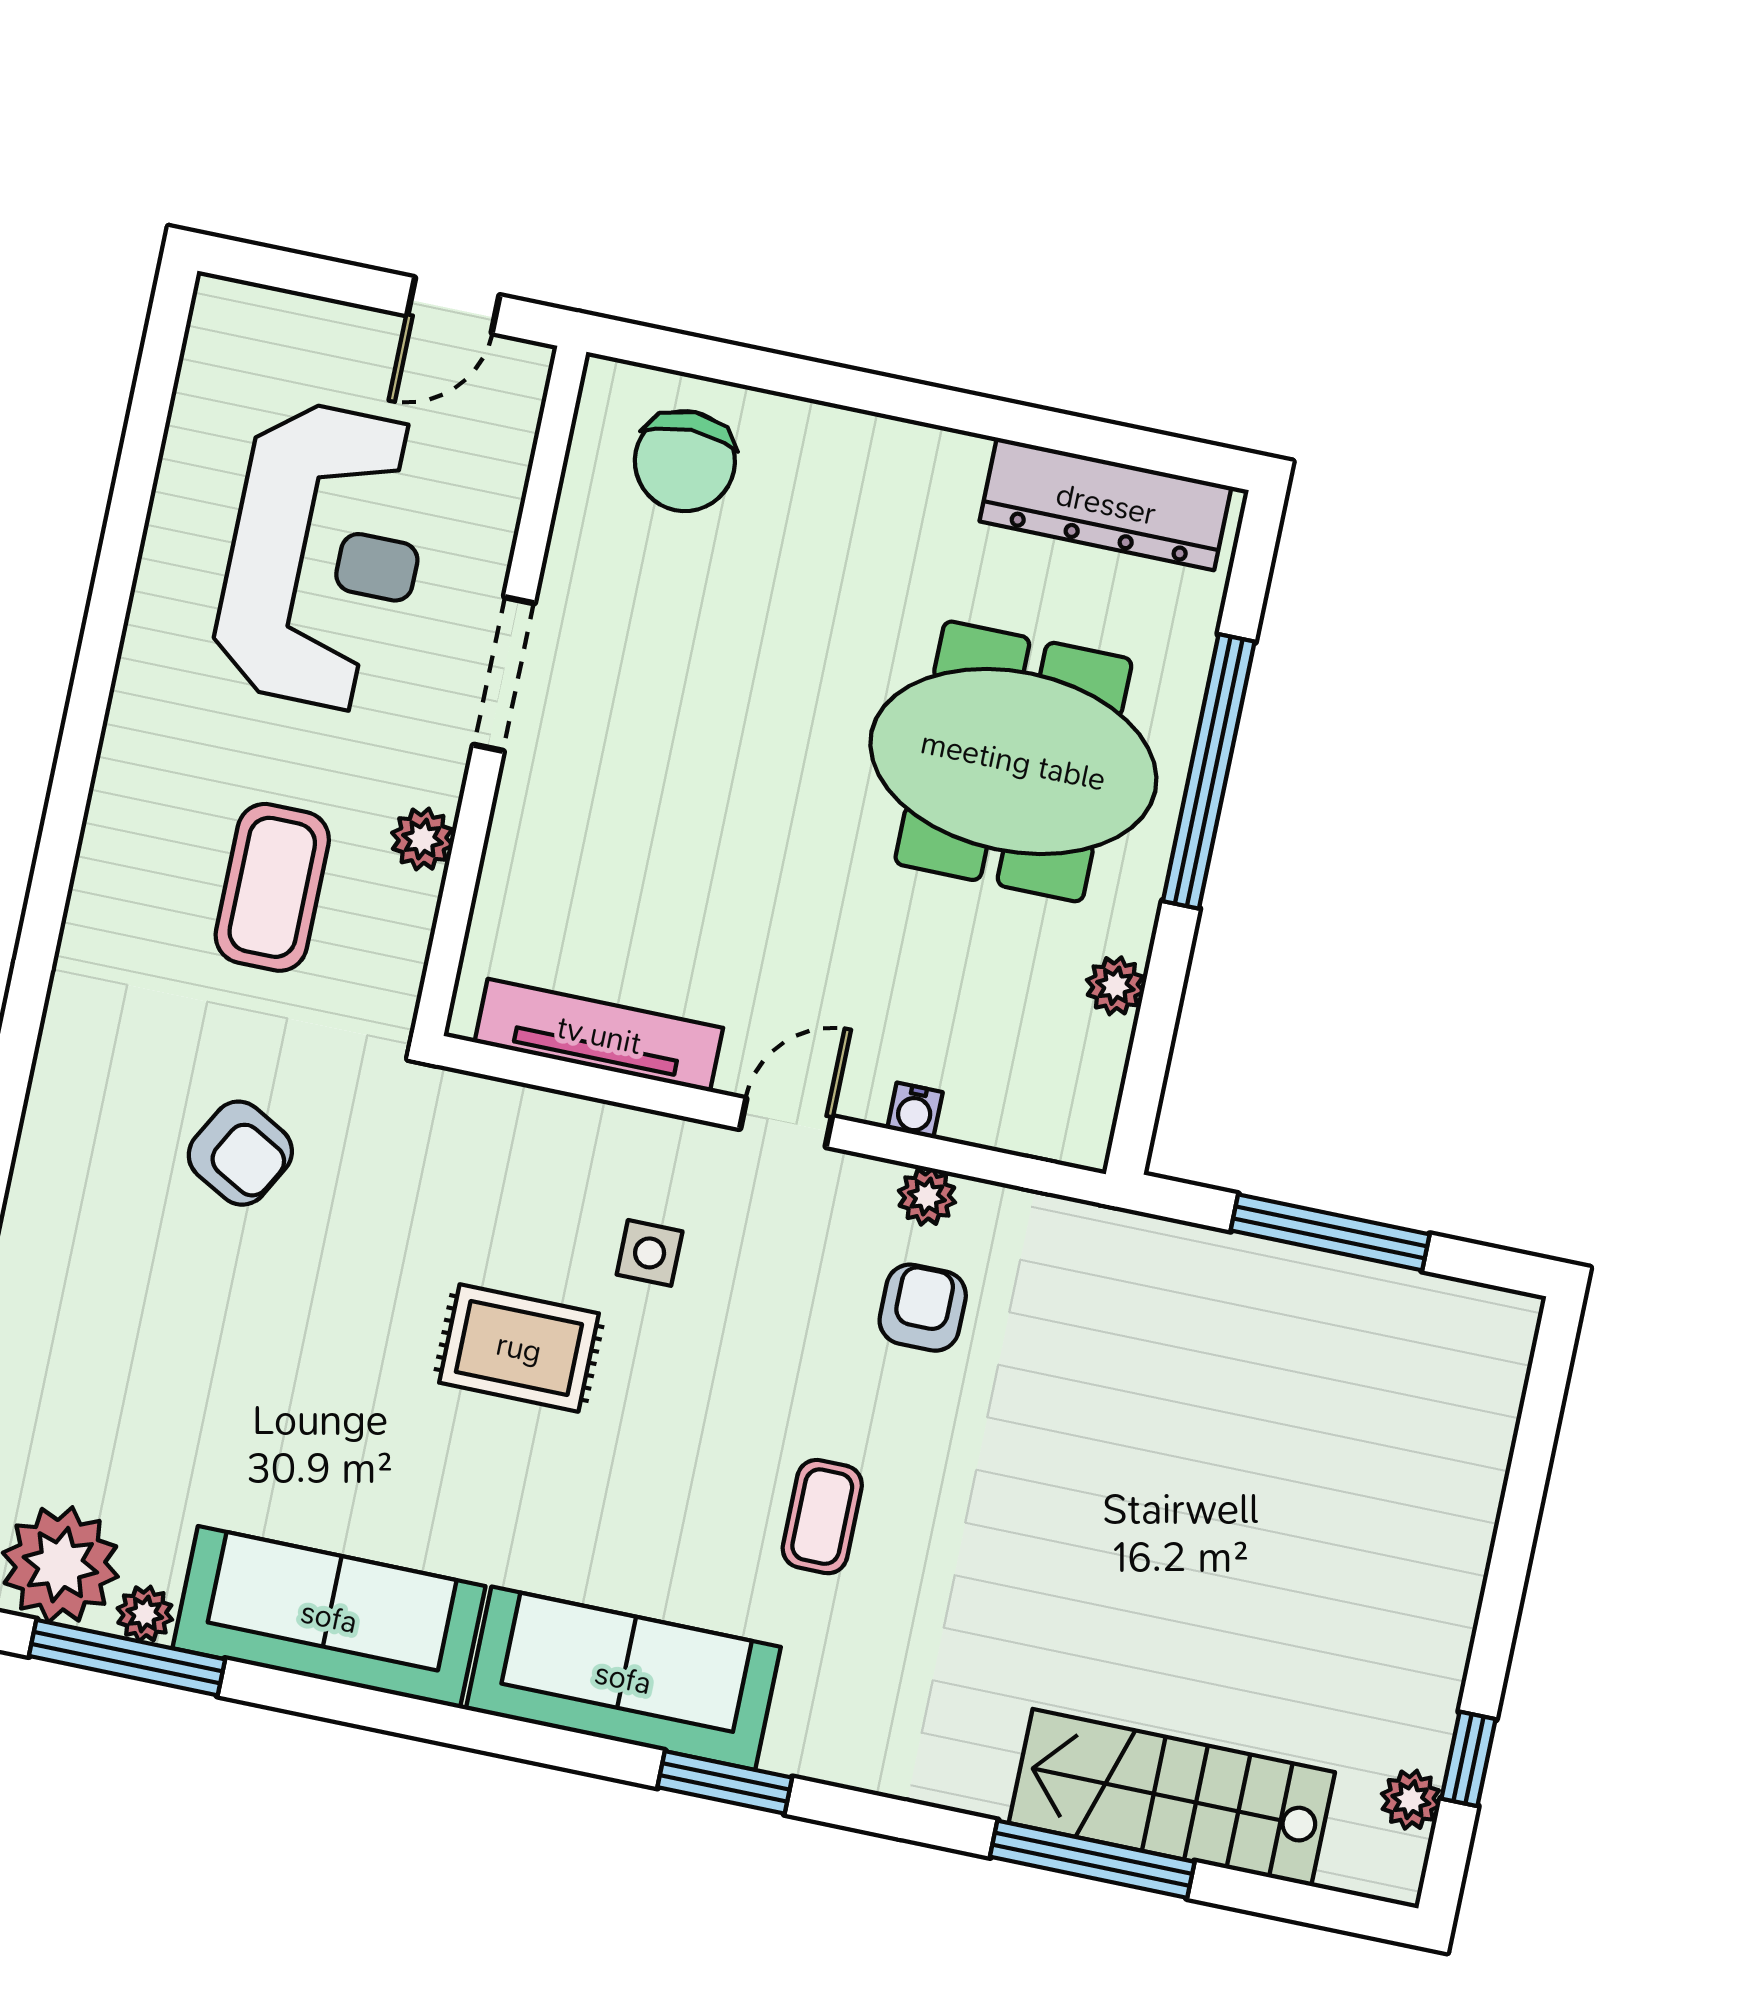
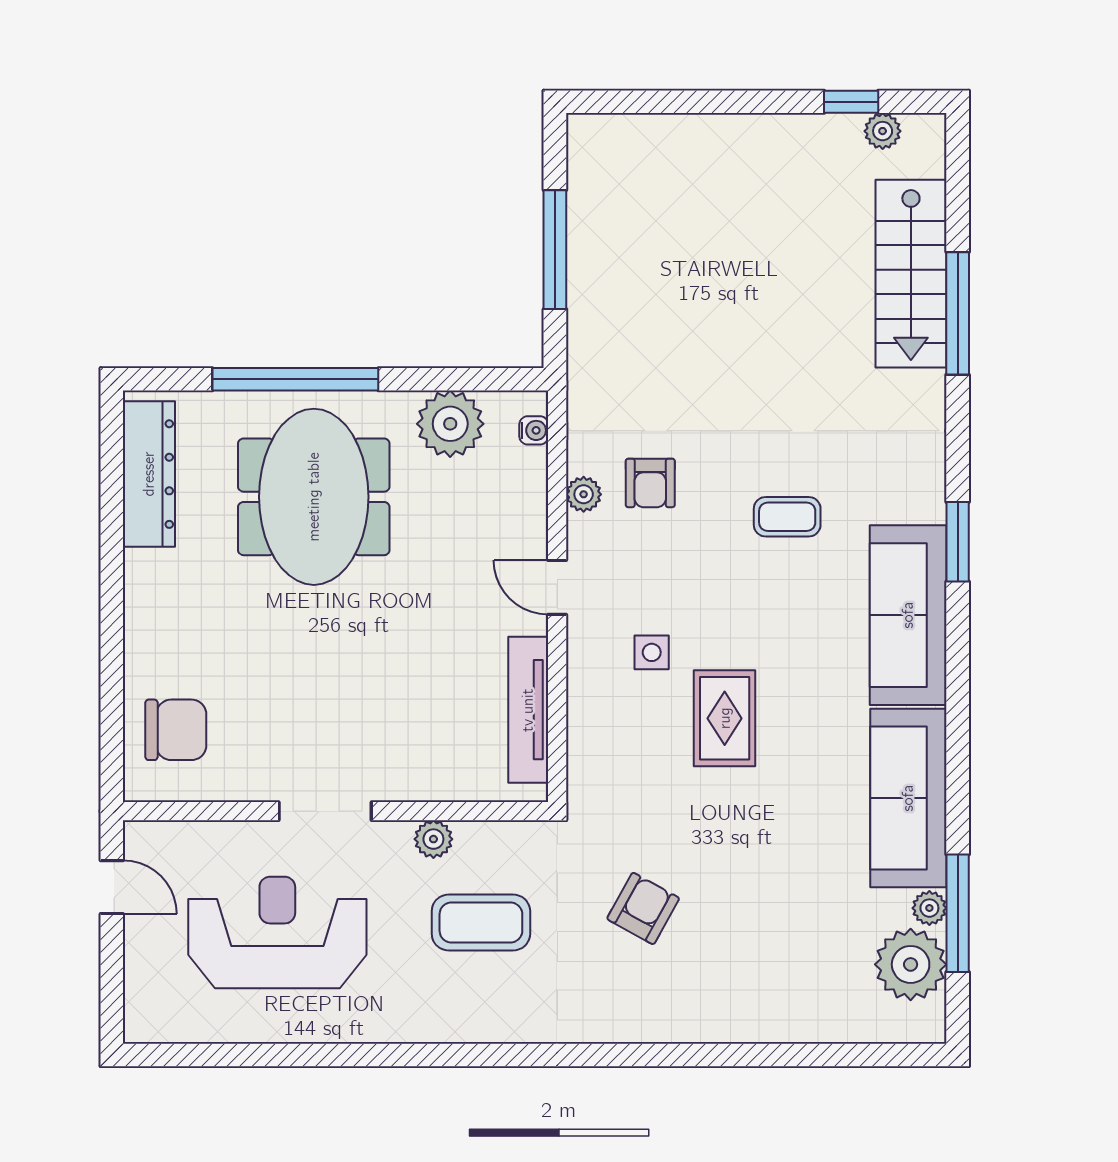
plant: (1115, 986) -> (450, 424), width x1.88, depth x1.88
water cooler: (915, 1110) -> (534, 430), moved
armchair: (923, 1308) -> (650, 483), turned -90

